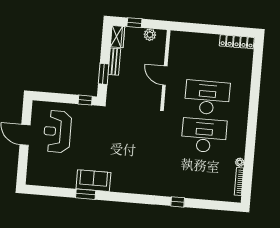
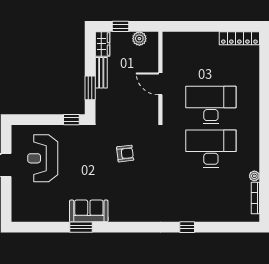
armchair: (129, 133) -> (125, 154), added

